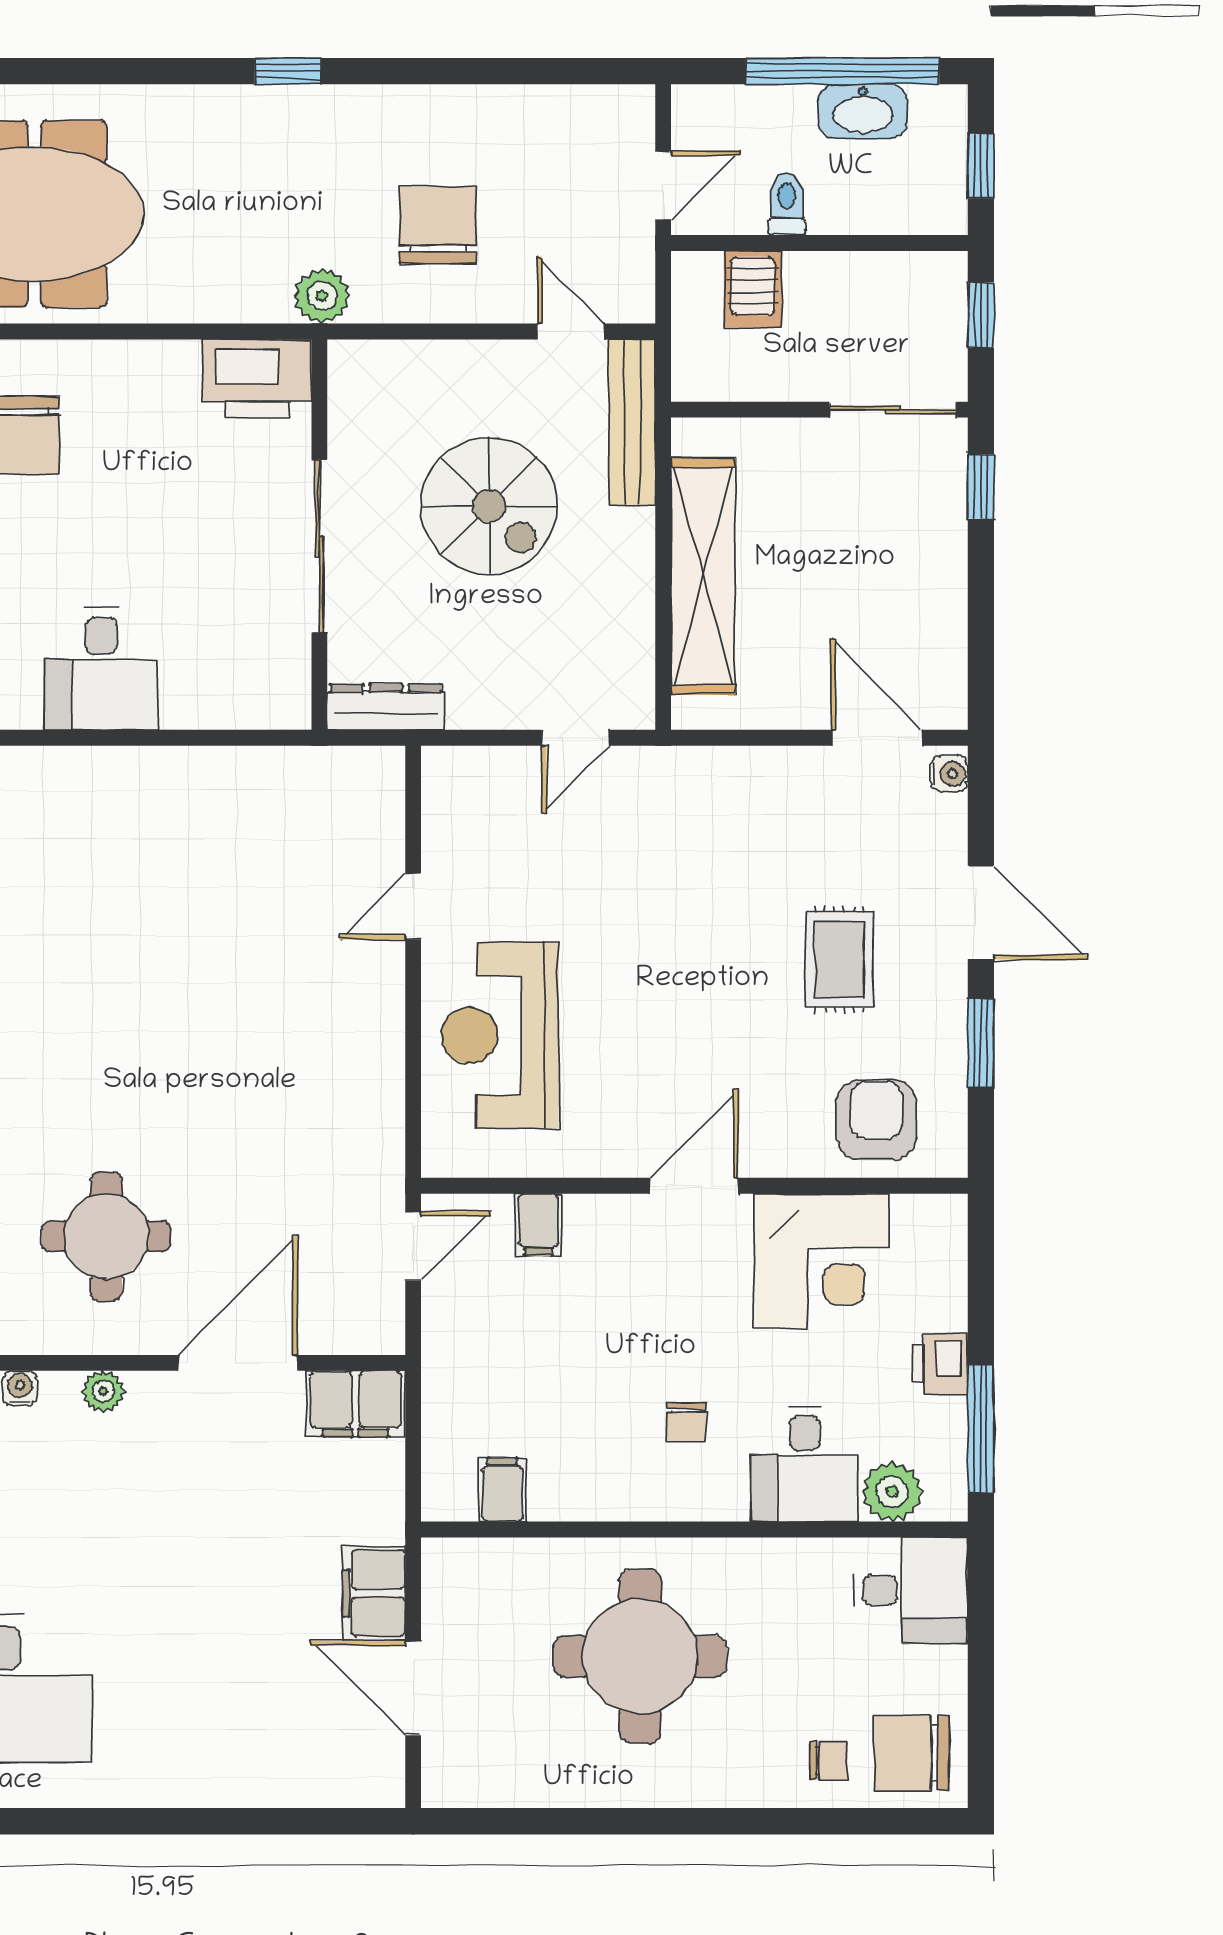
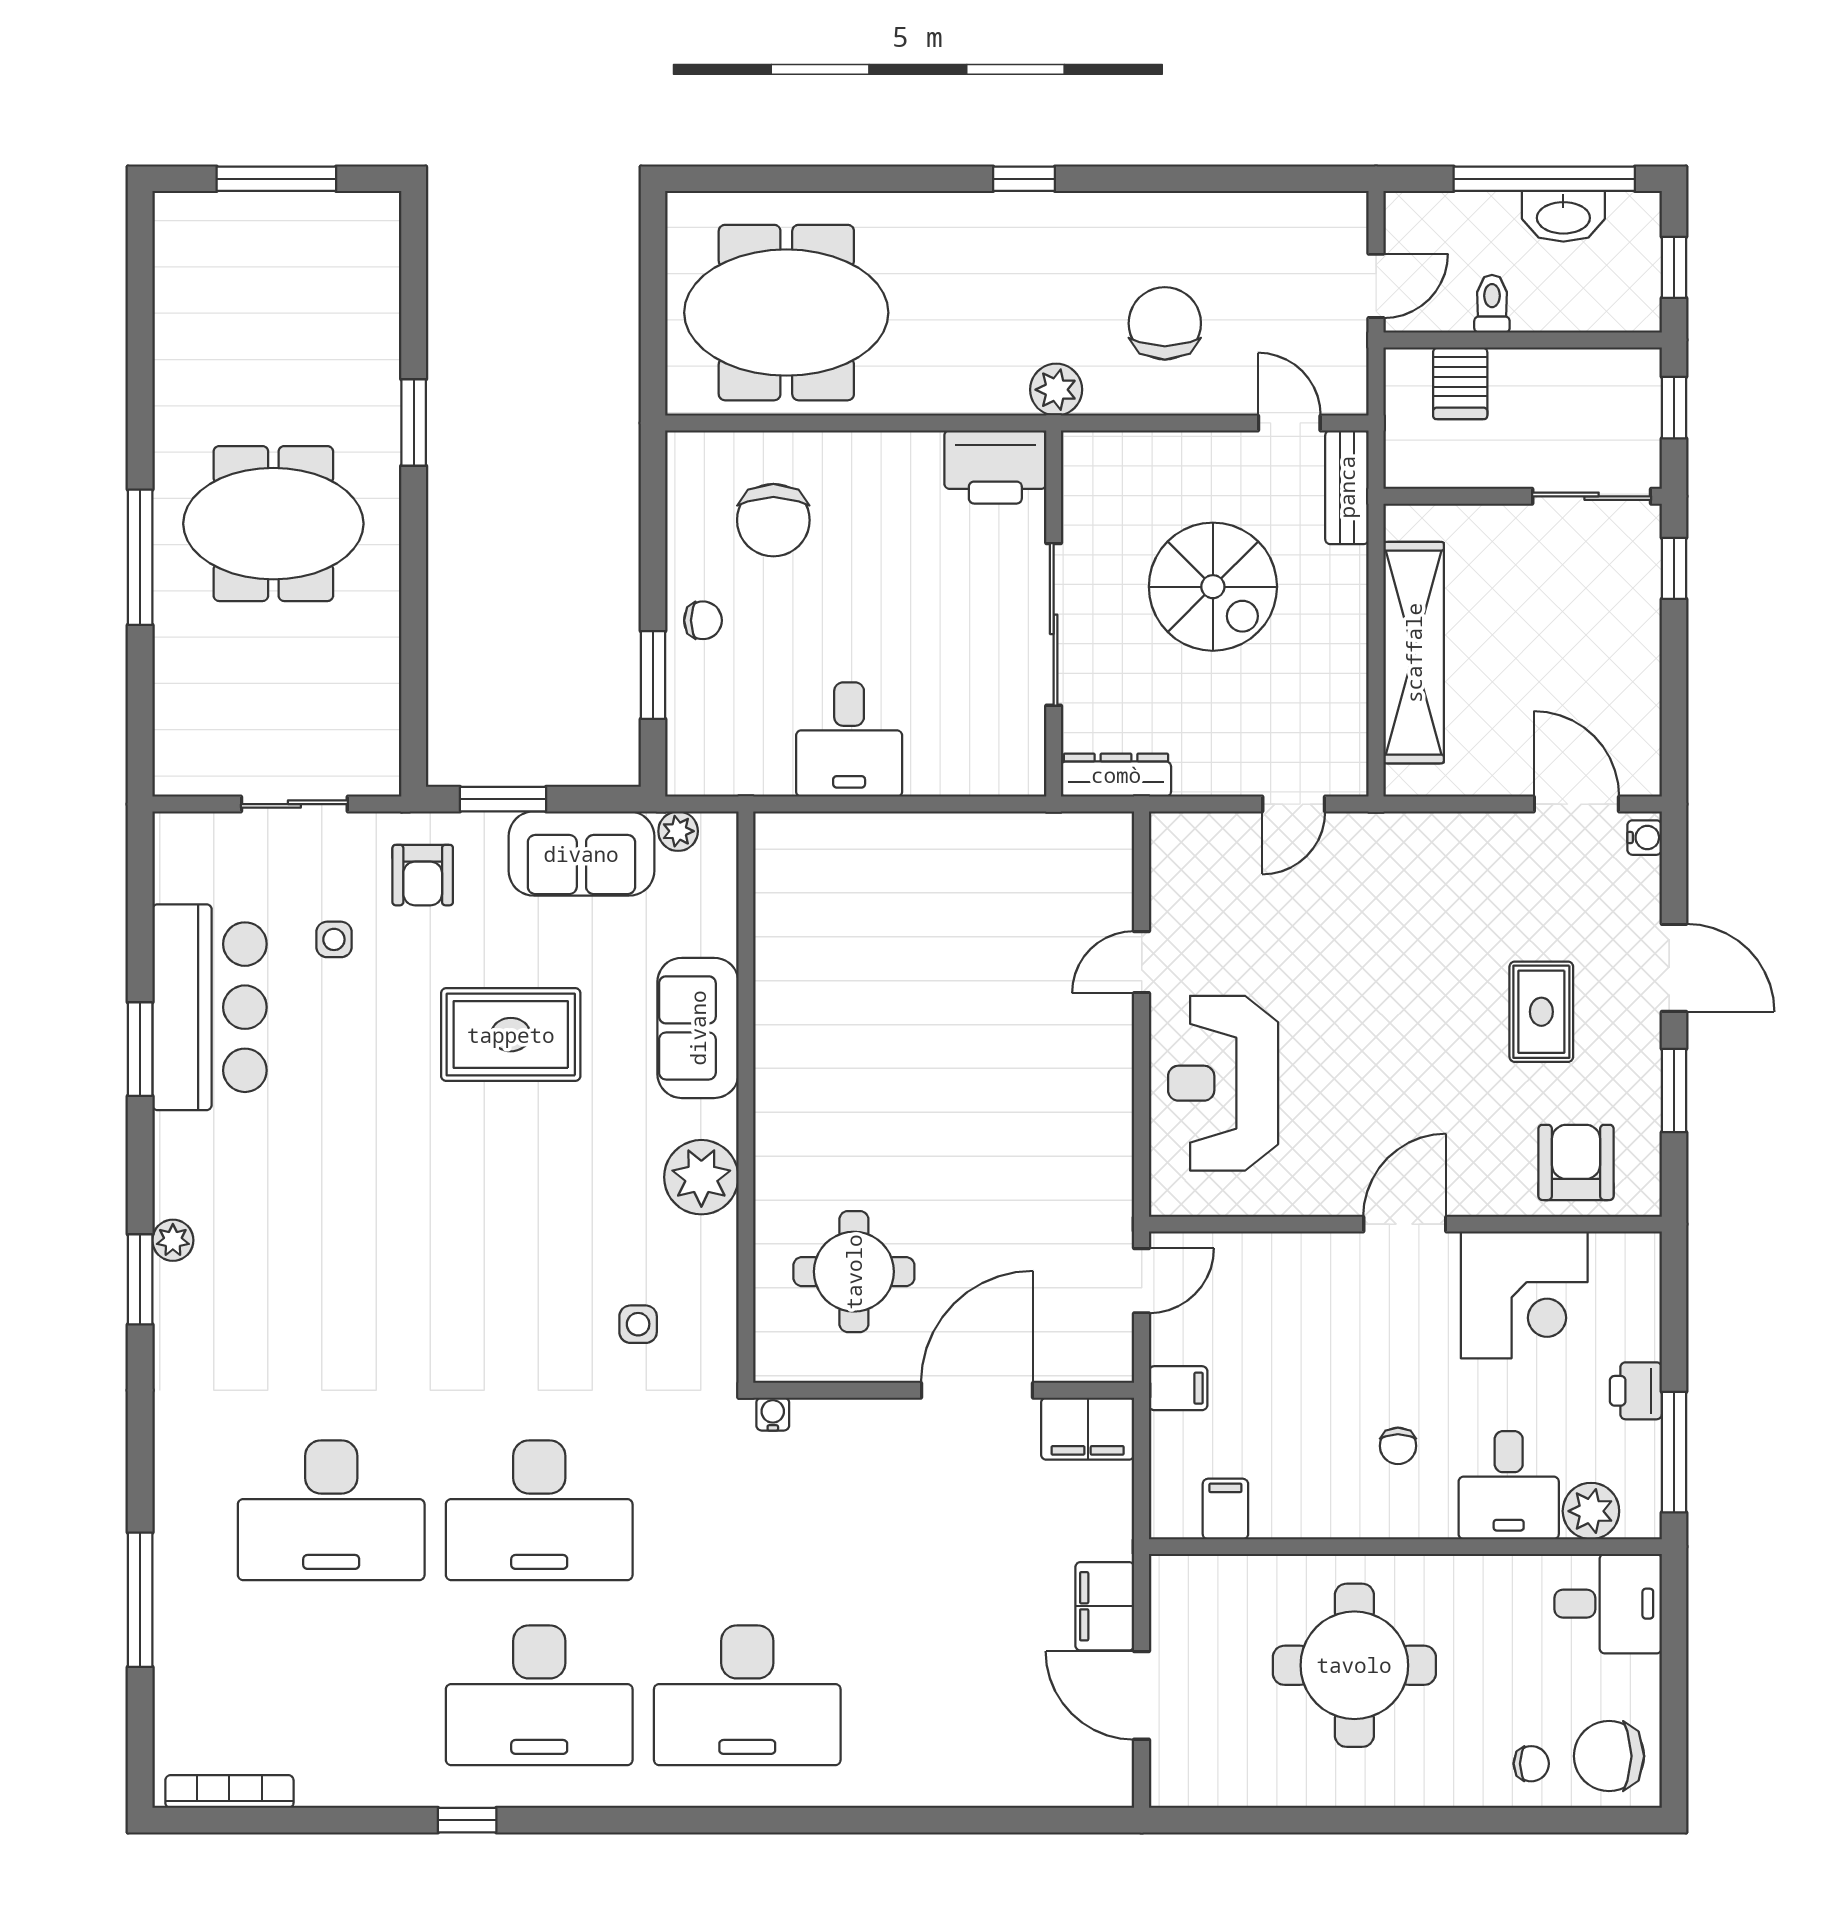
bench: (632, 422) -> (1347, 487), width x0.73
filing cabinet: (538, 1225) -> (1178, 1388), moved, turned -90
plant: (103, 1391) -> (851, 1417), removed

